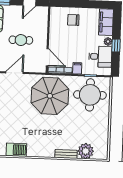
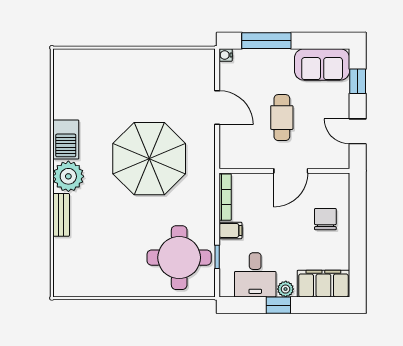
door: (47, 57) -> (291, 171), moved
parasol: (50, 96) -> (149, 159), moved
barbecue: (16, 150) -> (66, 140), moved
plant: (86, 151) -> (68, 176), moved

